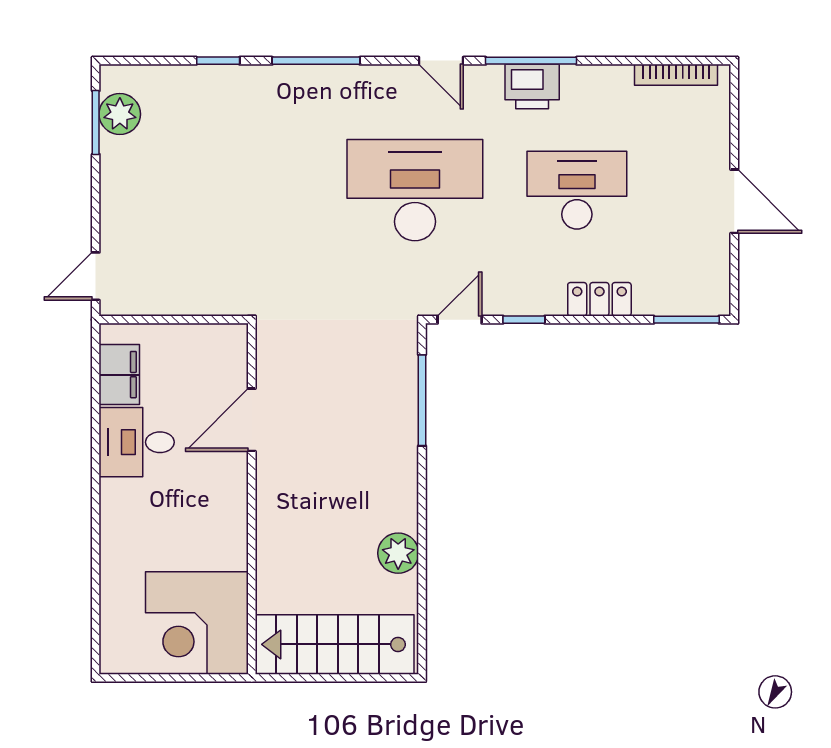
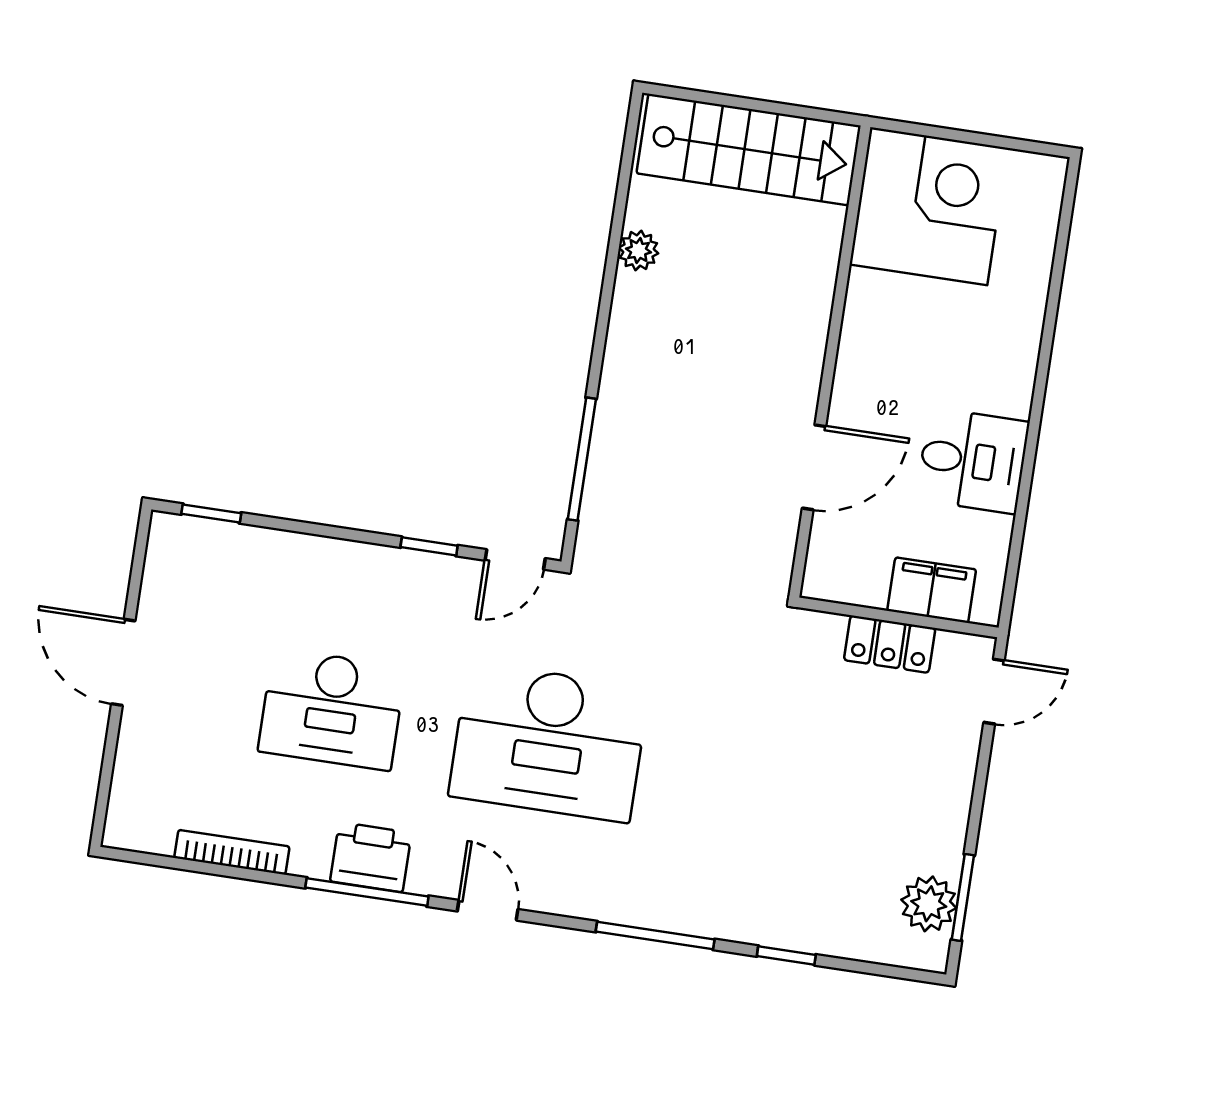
bookcase: (676, 75) -> (232, 852), moved
locker: (599, 299) -> (890, 644), moved
window: (686, 320) -> (211, 514), width x0.67
filing cabinet: (119, 375) -> (932, 590), moved, turned 90
plant: (398, 553) -> (638, 251), width x0.73, depth x0.73

